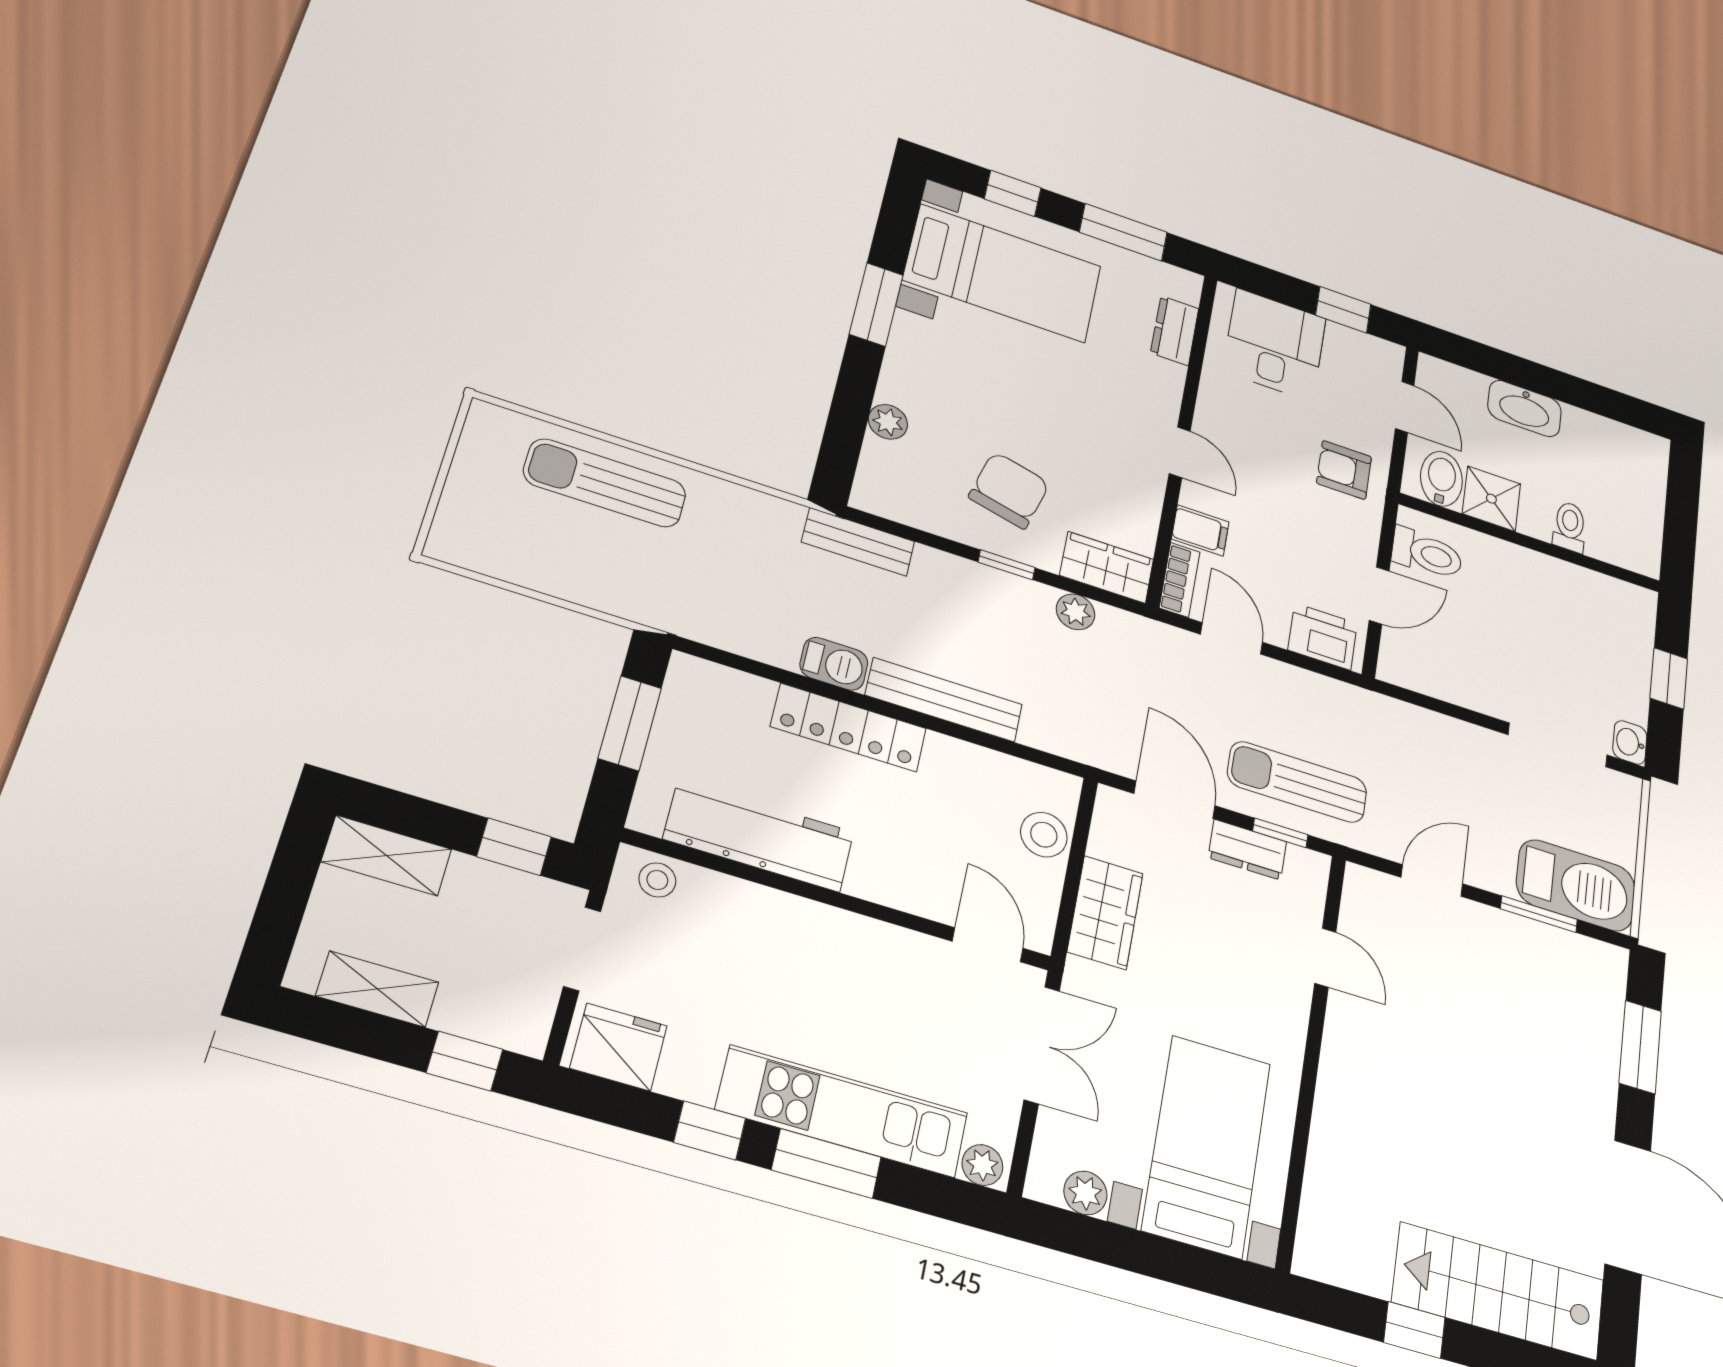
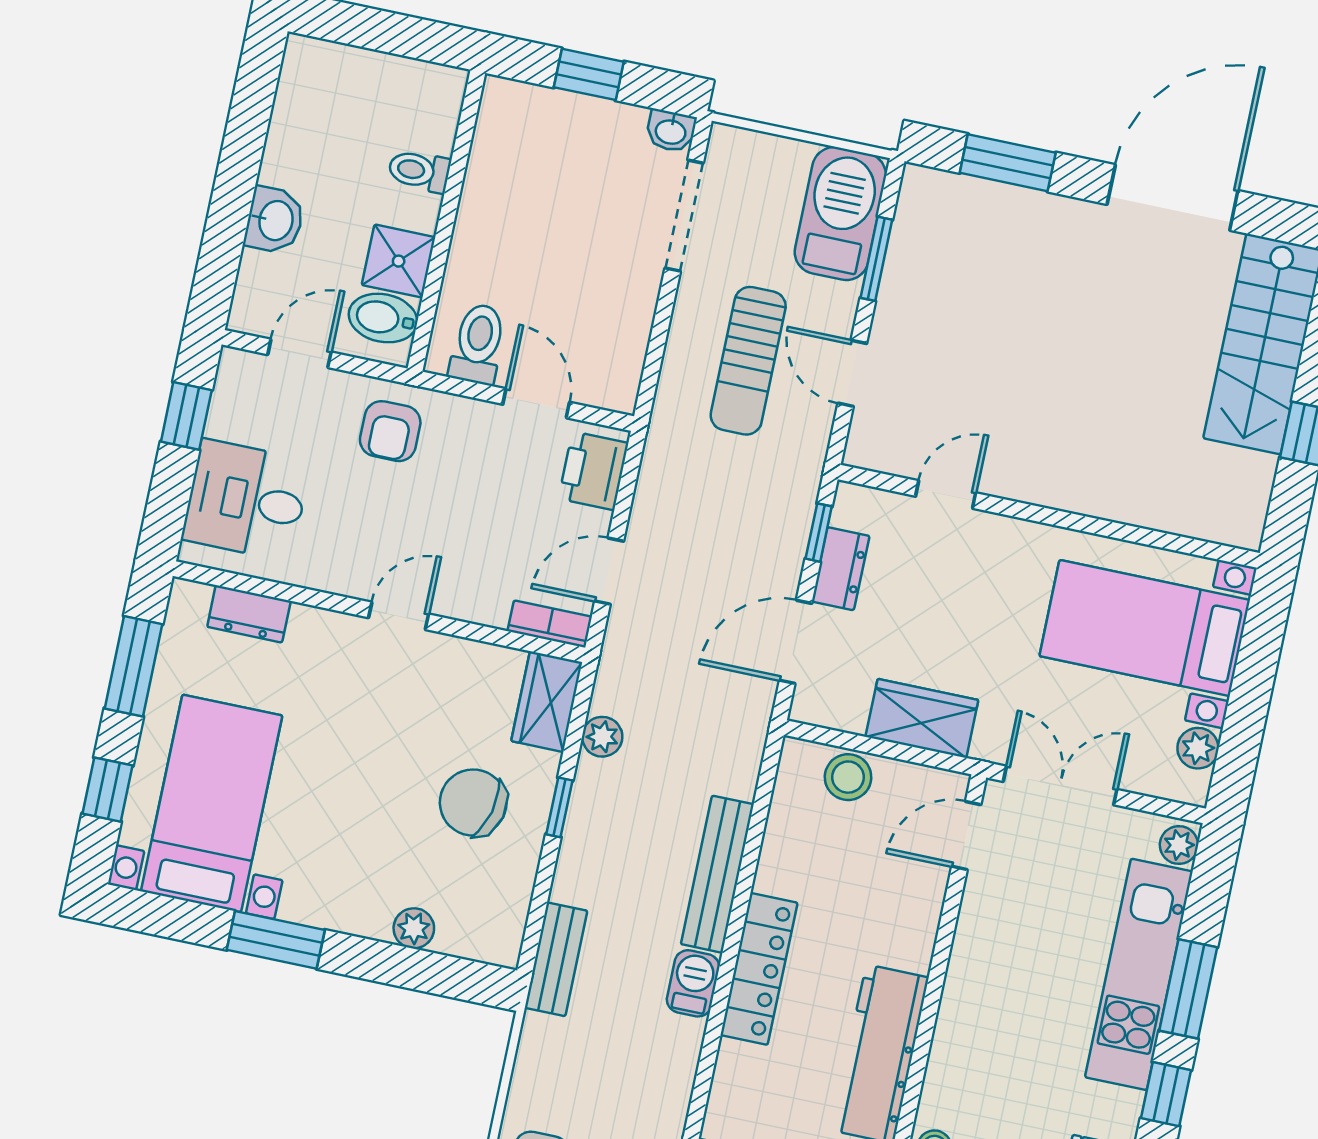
washbasin: (1525, 408) -> (274, 220), width x0.72
filing cabinet: (1200, 530) -> (489, 598), removed
sun lounger: (1297, 782) -> (748, 361), moved

